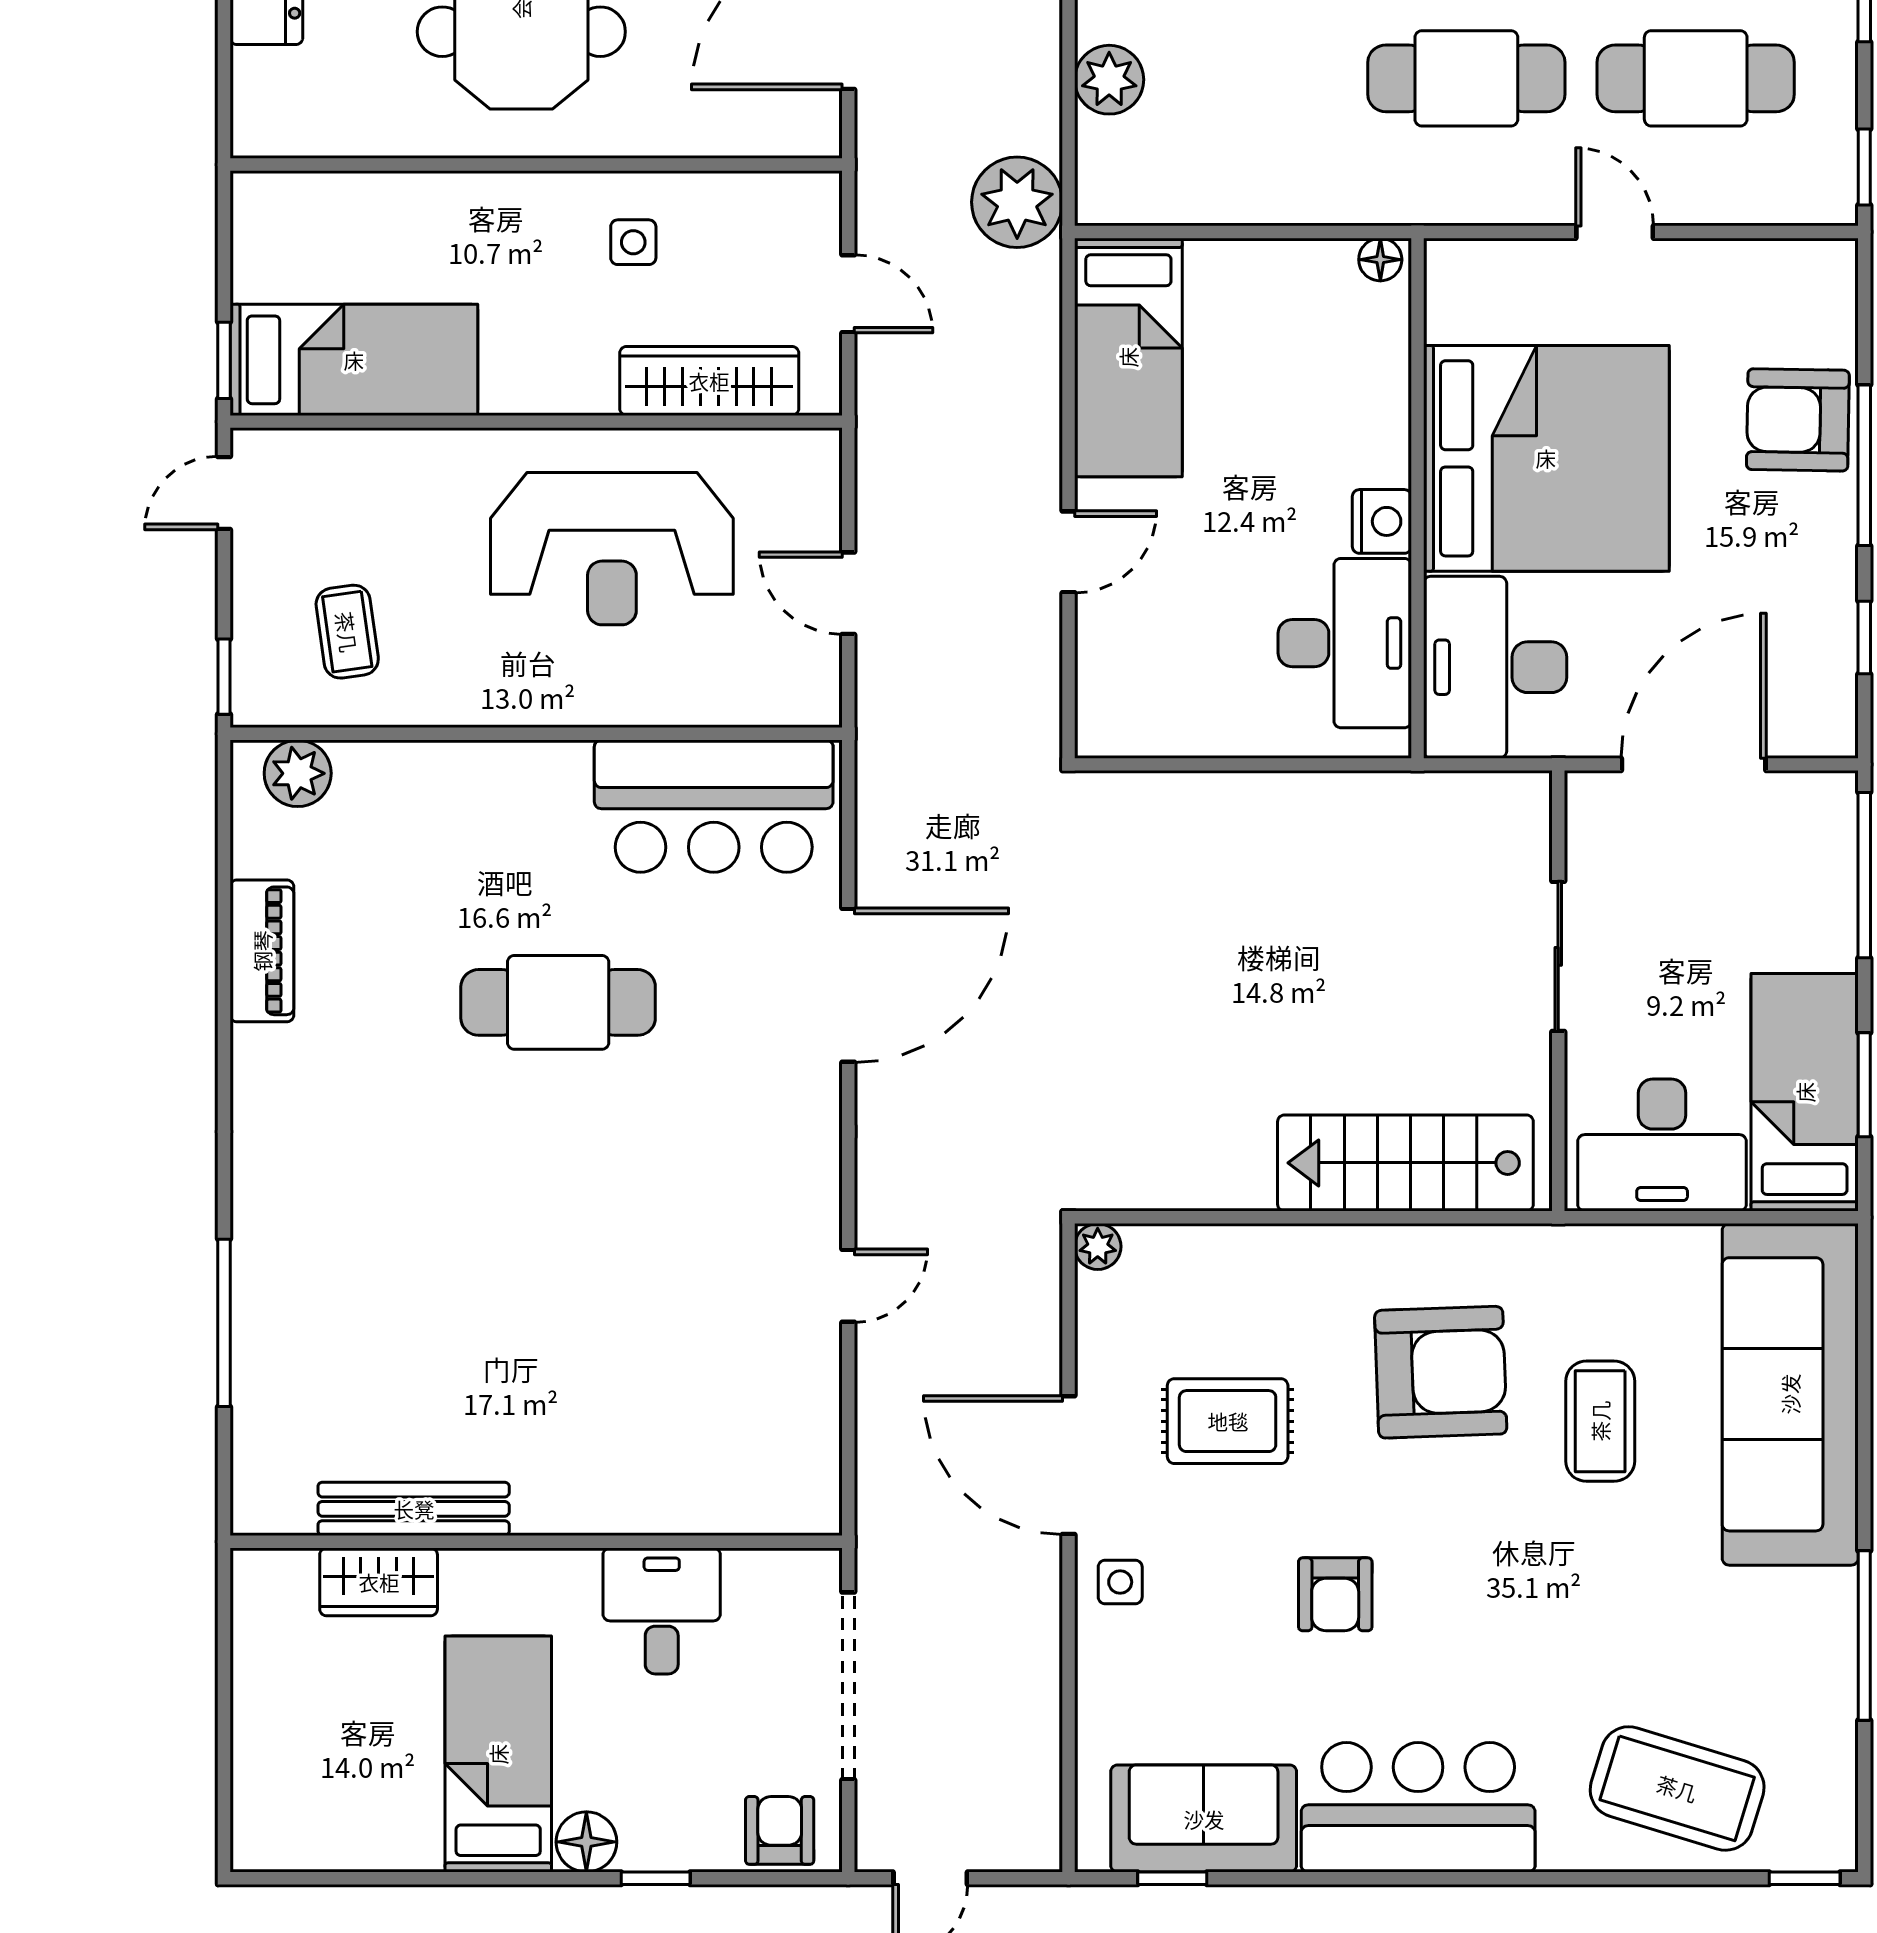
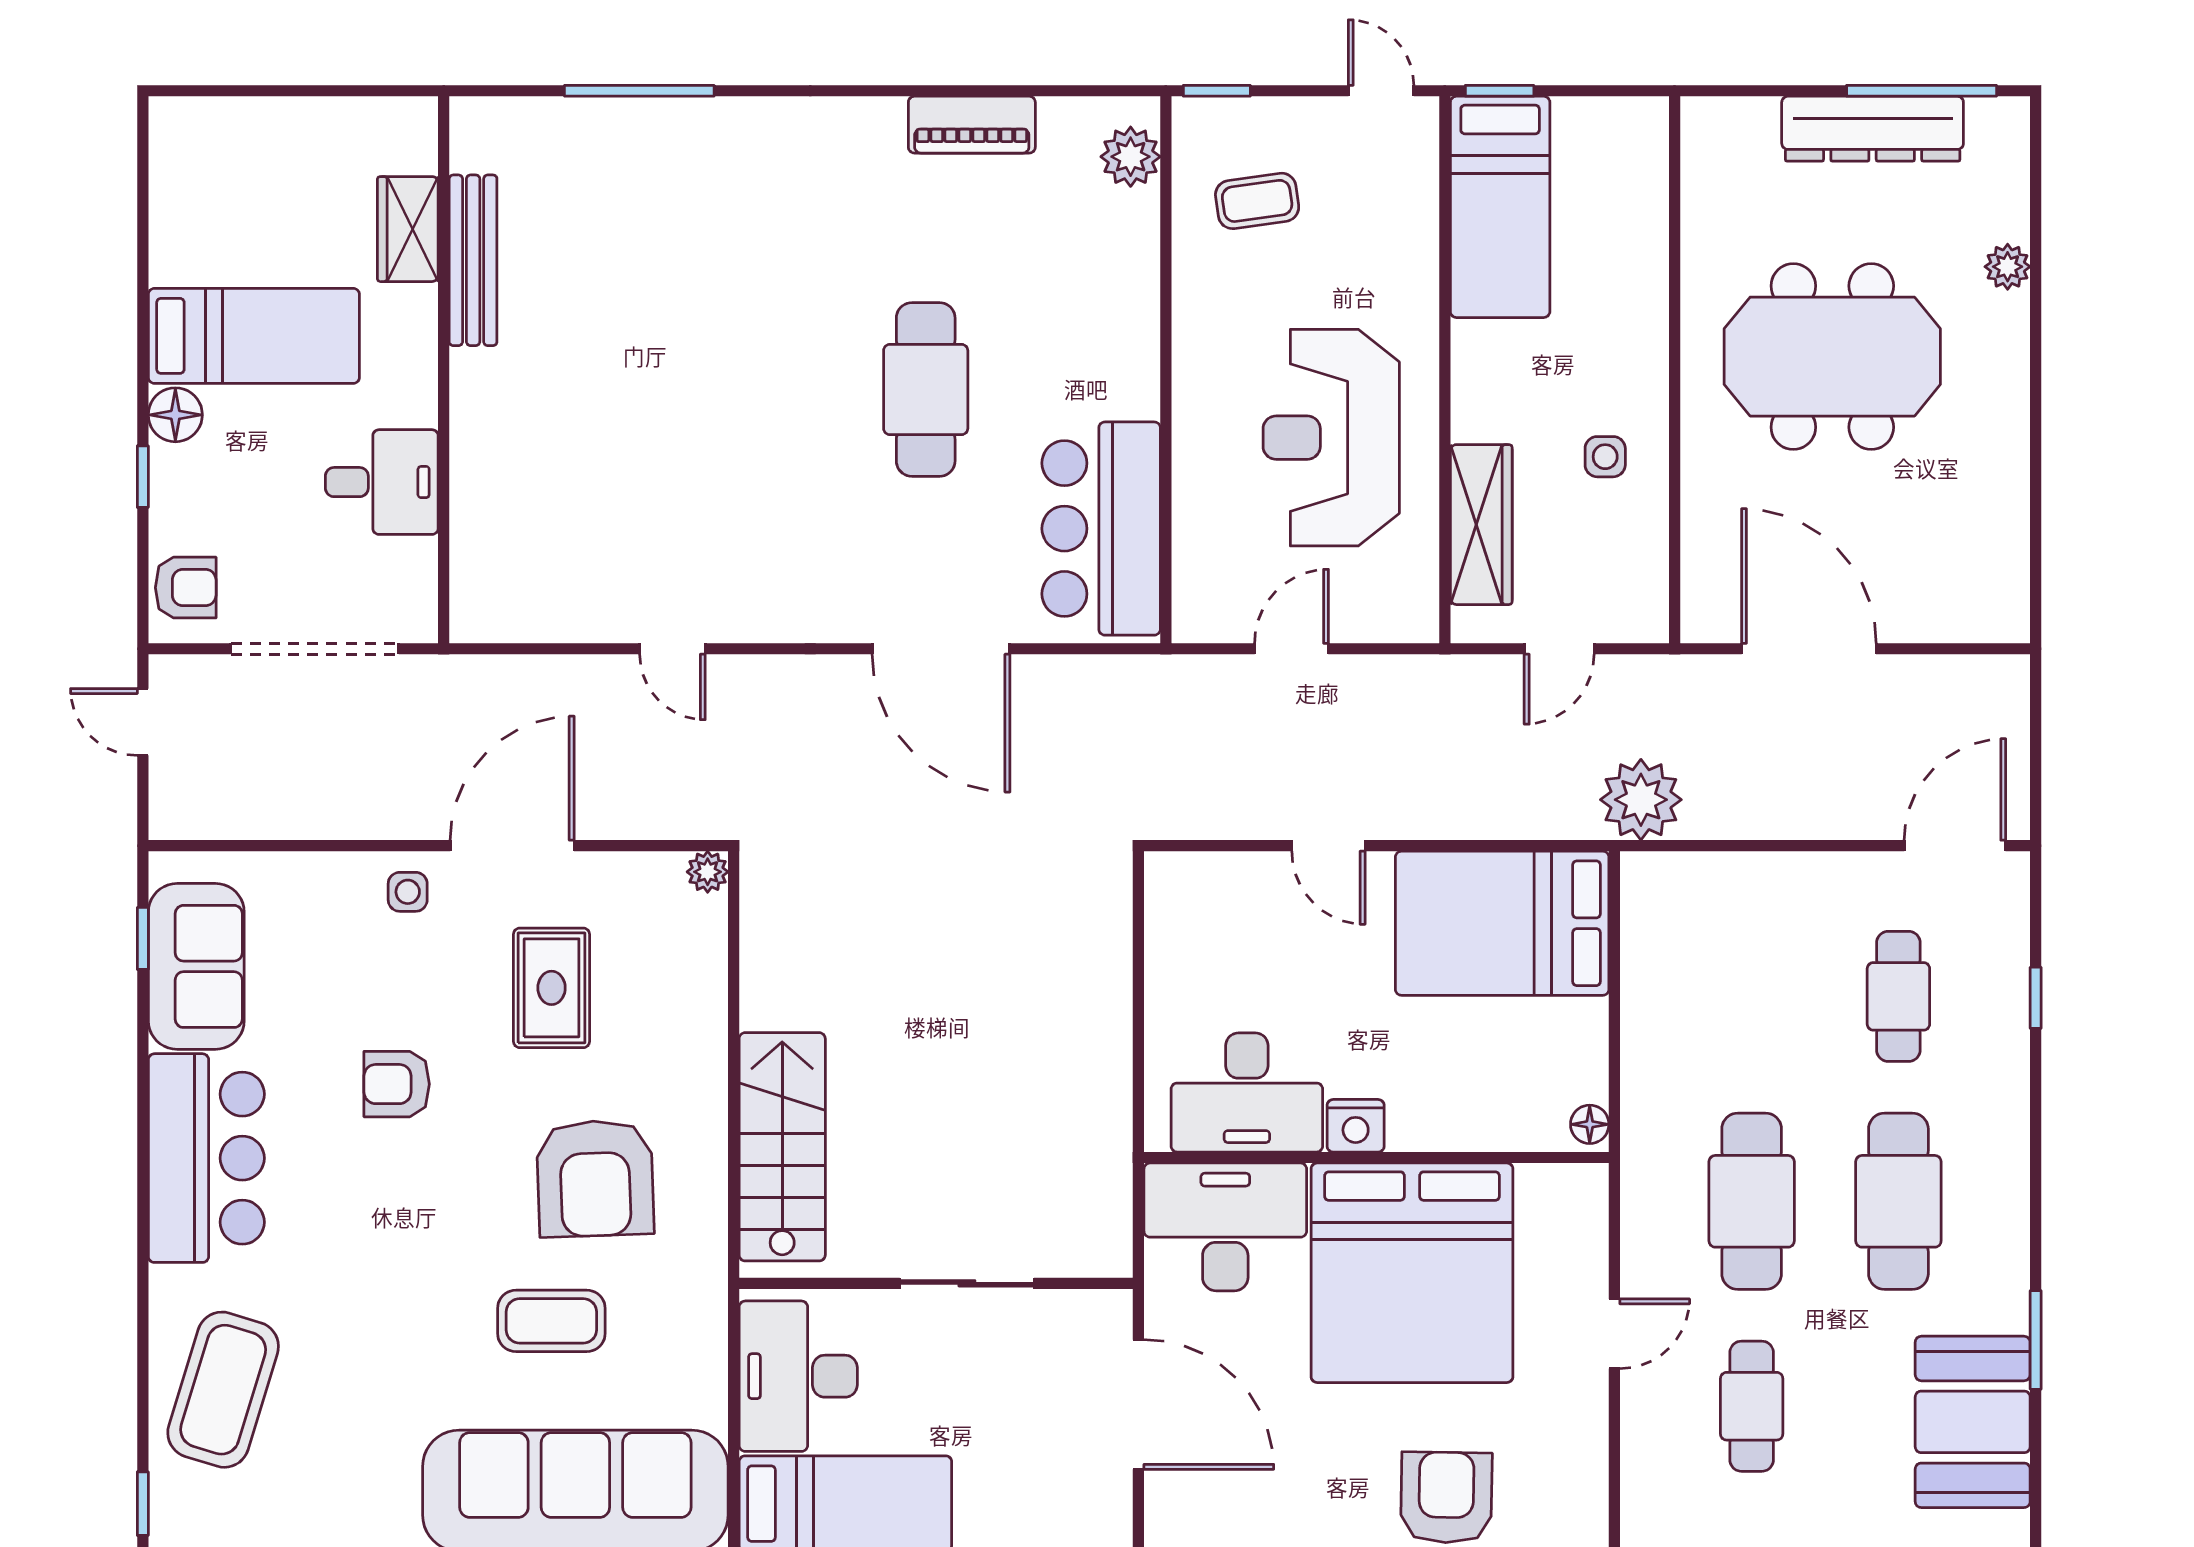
cafe table: (1696, 78) -> (1752, 1406), width x0.73, depth x0.74
plant: (1109, 80) -> (1750, 882), removed
bed: (1128, 357) -> (1502, 923), width x1.50

